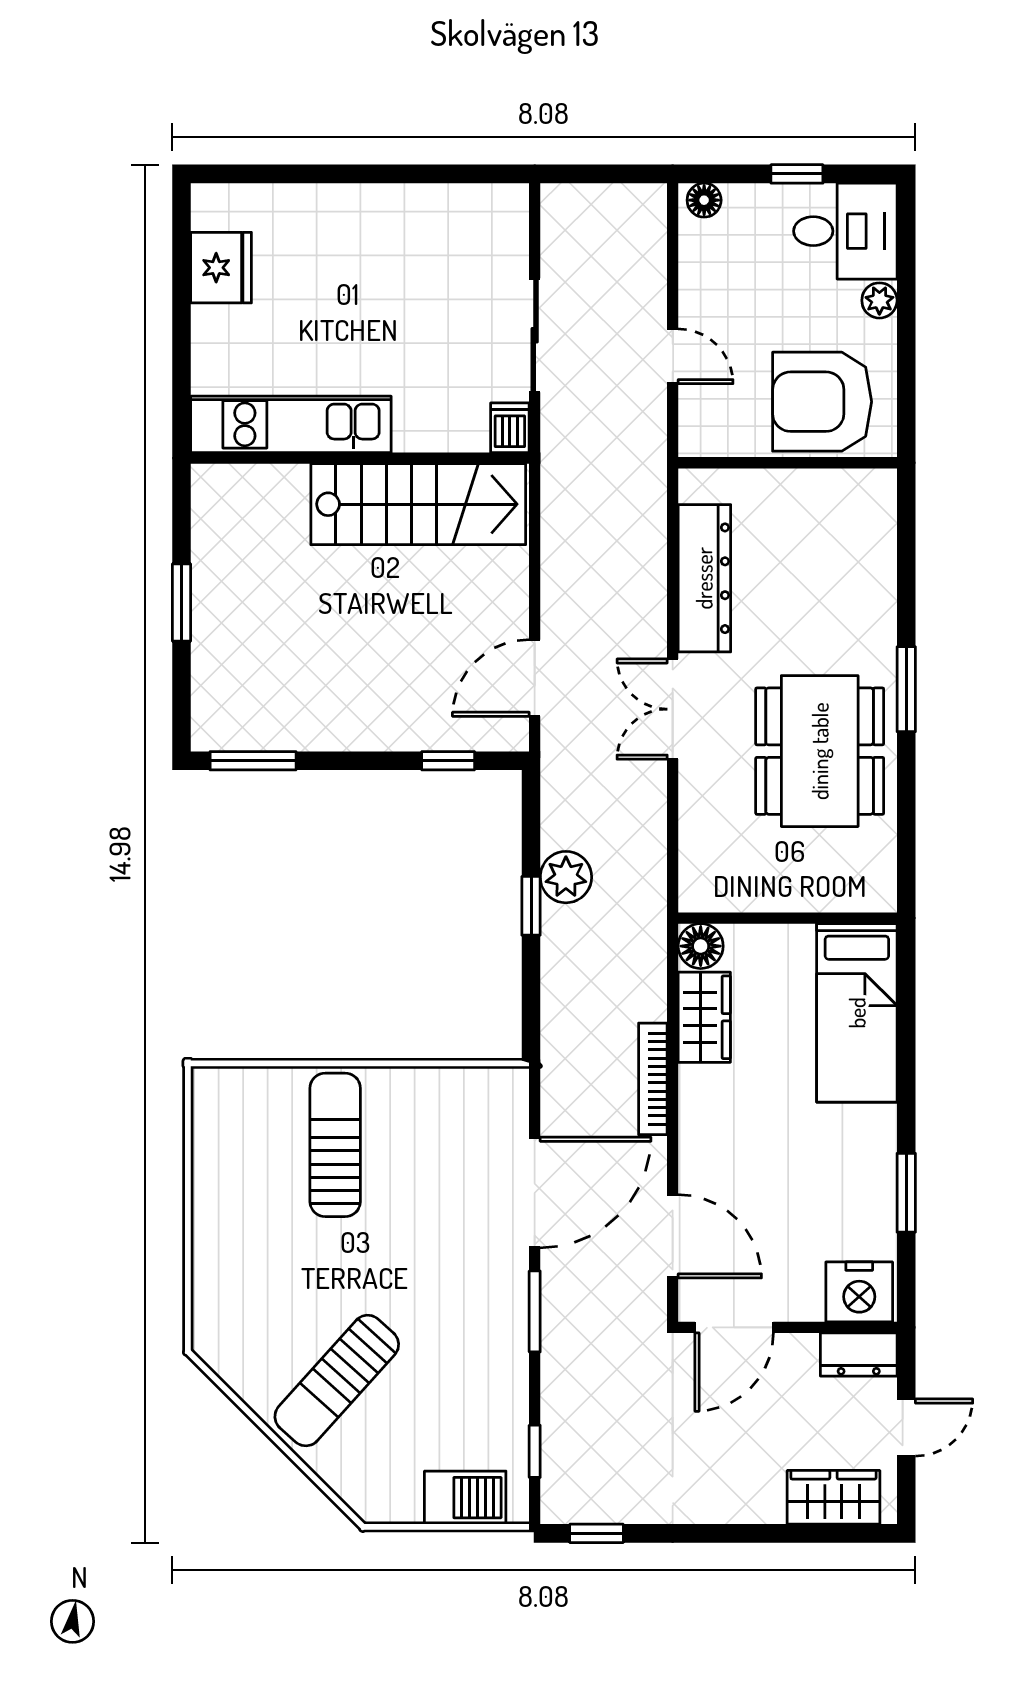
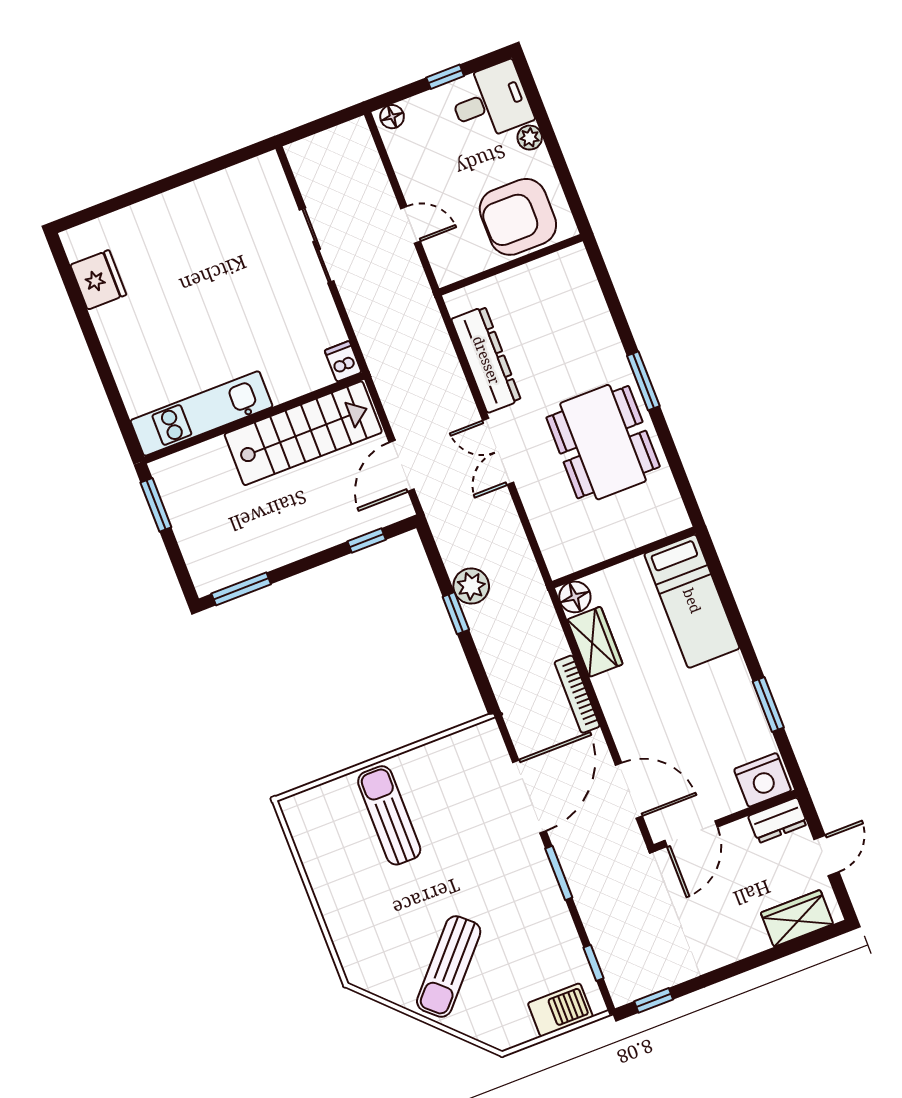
kitchen unit: (291, 424) -> (202, 413), moved
dishwasher: (510, 428) -> (343, 361), moved
wall: (360, 458) -> (254, 418), moved
stairs: (418, 504) -> (303, 433), moved

